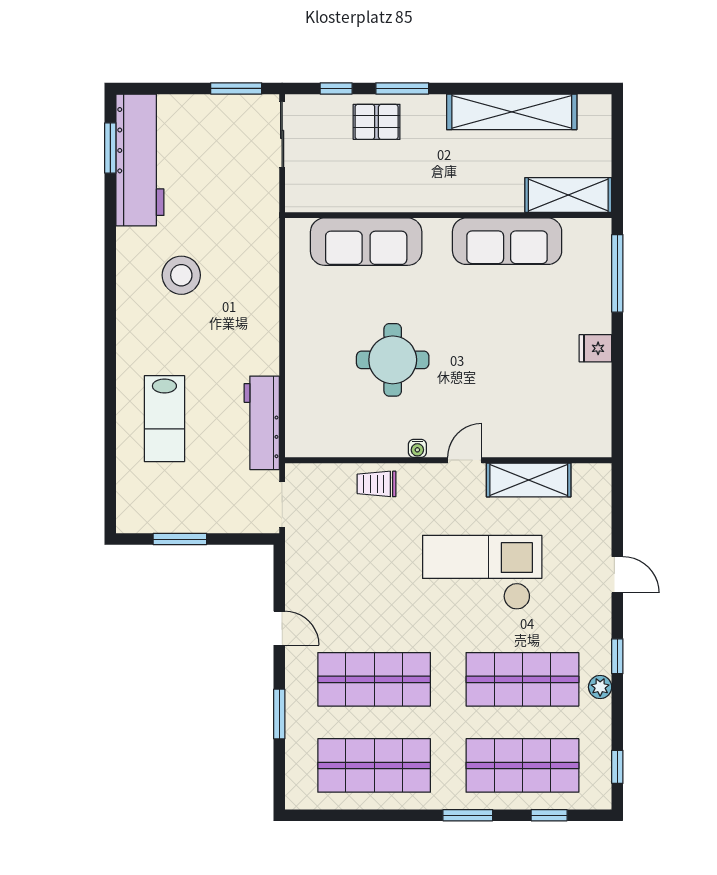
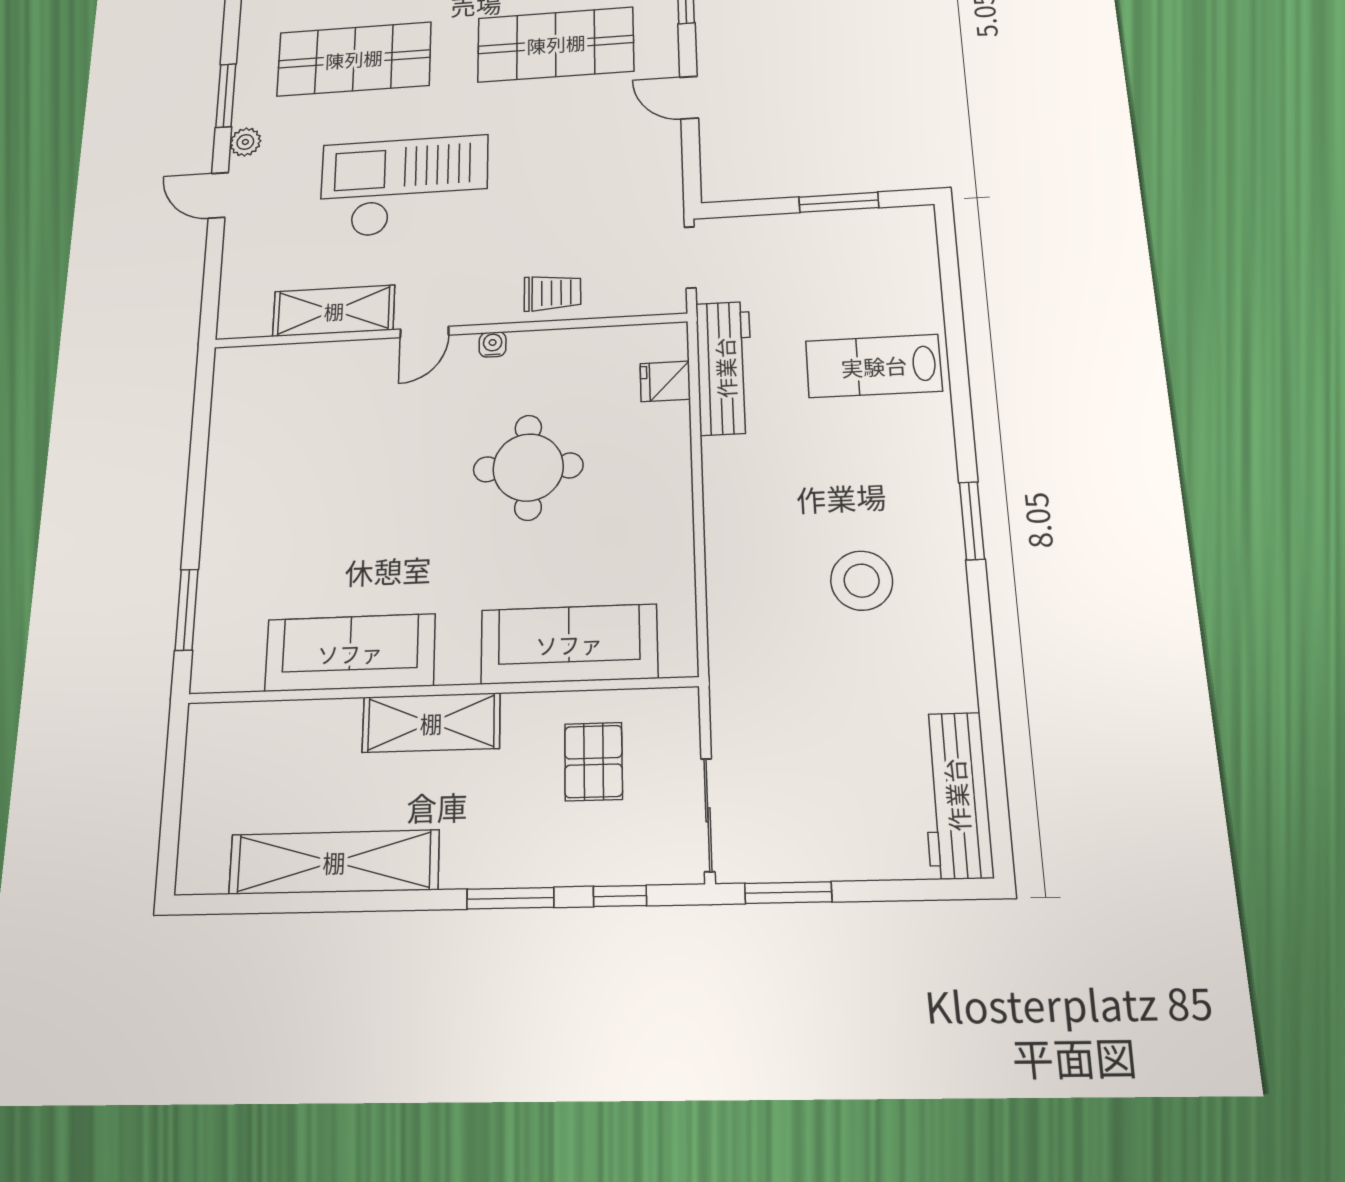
pallet: (377, 122) -> (593, 761), moved, turned 90
window: (110, 148) -> (972, 521), moved
workbench: (140, 160) -> (956, 795), width x0.73, depth x0.76
shelving: (568, 195) -> (431, 723), moved
window: (617, 273) -> (187, 610), width x0.69
fridge: (595, 348) -> (665, 381), moved, turned 180
lab bench: (164, 419) -> (874, 366), turned -90
checkout: (482, 572) -> (404, 186), turned 180
window: (617, 656) -> (226, 96), width x1.50
plant: (600, 687) -> (245, 142), moved

